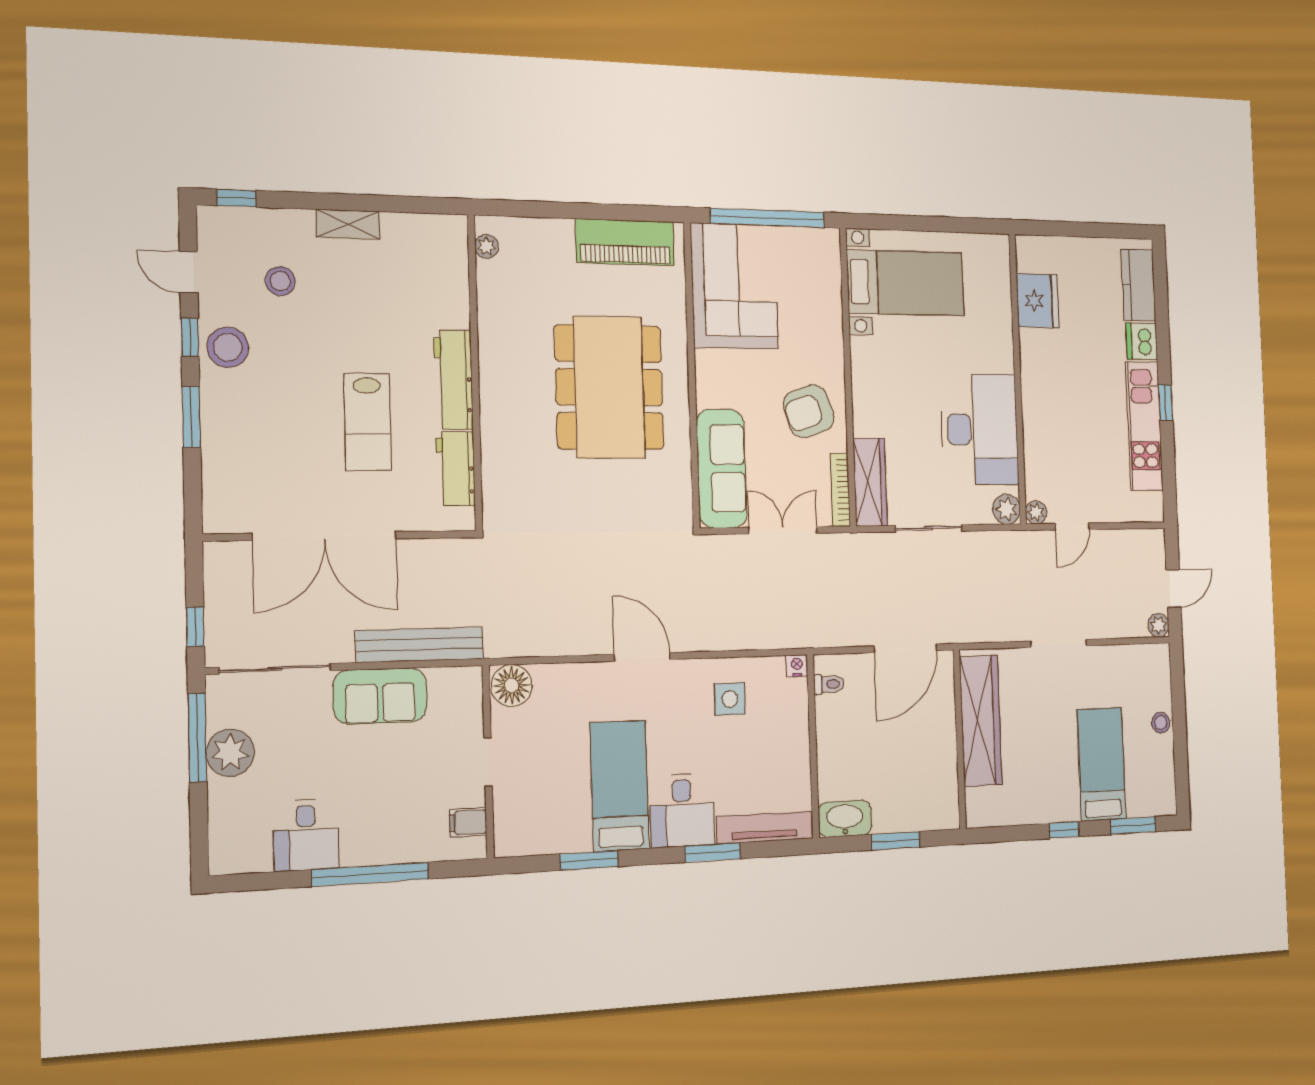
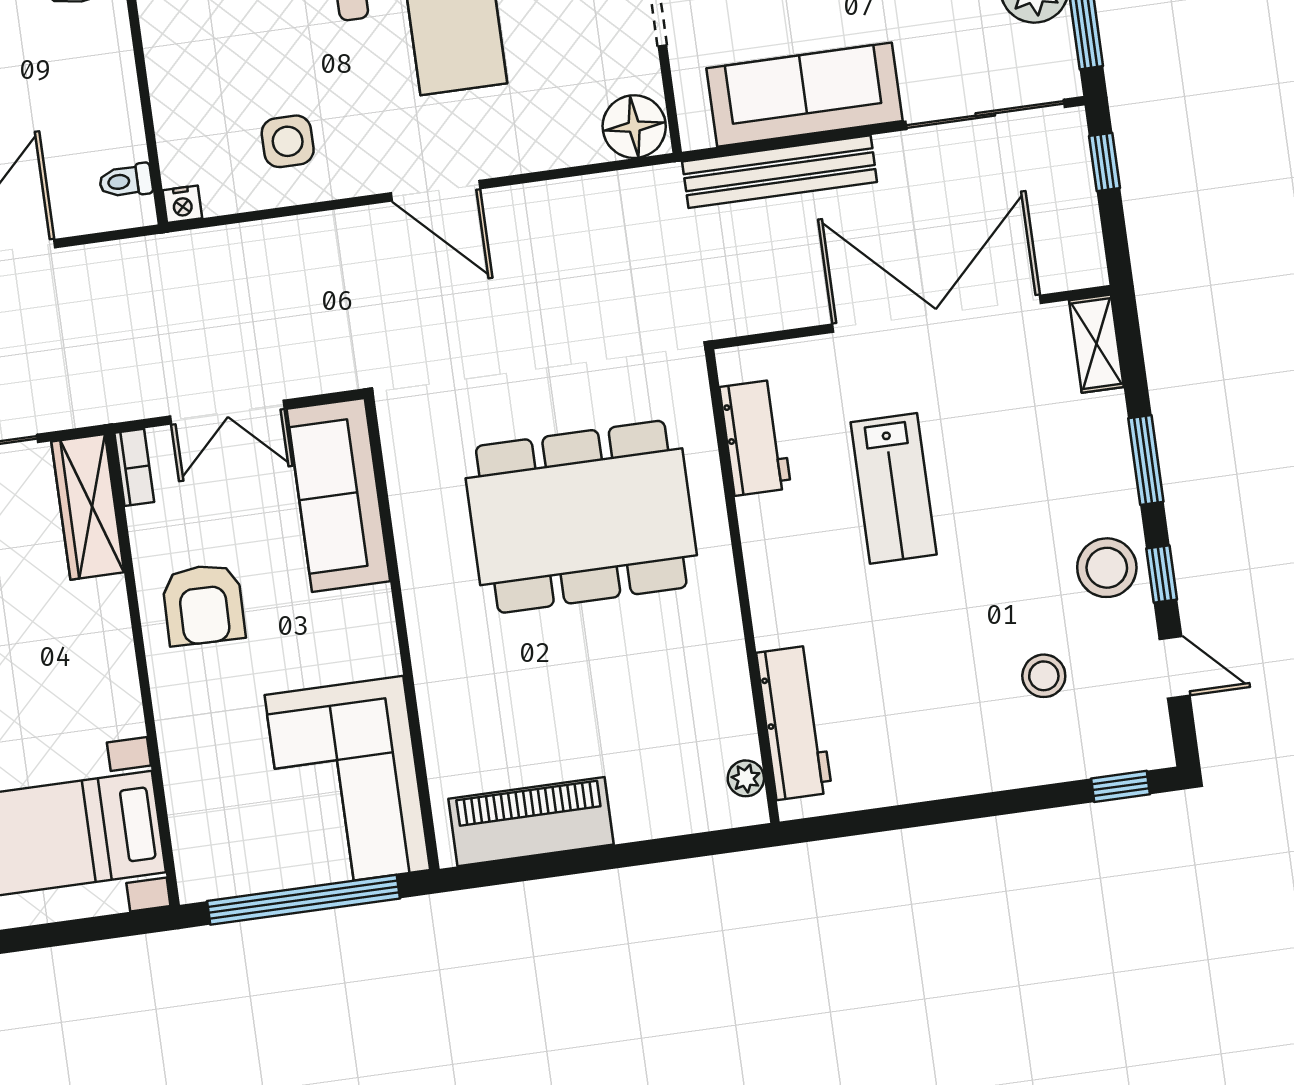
shelving: (348, 224) -> (1096, 344), moved, turned 90
workbench: (454, 380) -> (794, 723), moved
dining table: (609, 387) -> (581, 517), moved, turned 90
armchair: (809, 411) -> (203, 605), turned 110
lab bench: (368, 422) -> (894, 488), turned 180
bookcase: (840, 490) -> (134, 467), width x0.64
sofa: (380, 696) -> (804, 95), width x1.36

